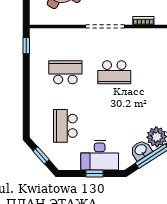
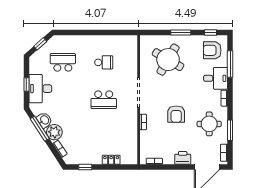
window: (26, 46) -> (124, 32), removed
school desk: (65, 72) -> (104, 62), width x0.54
school desk: (114, 72) -> (104, 100), turned -90

